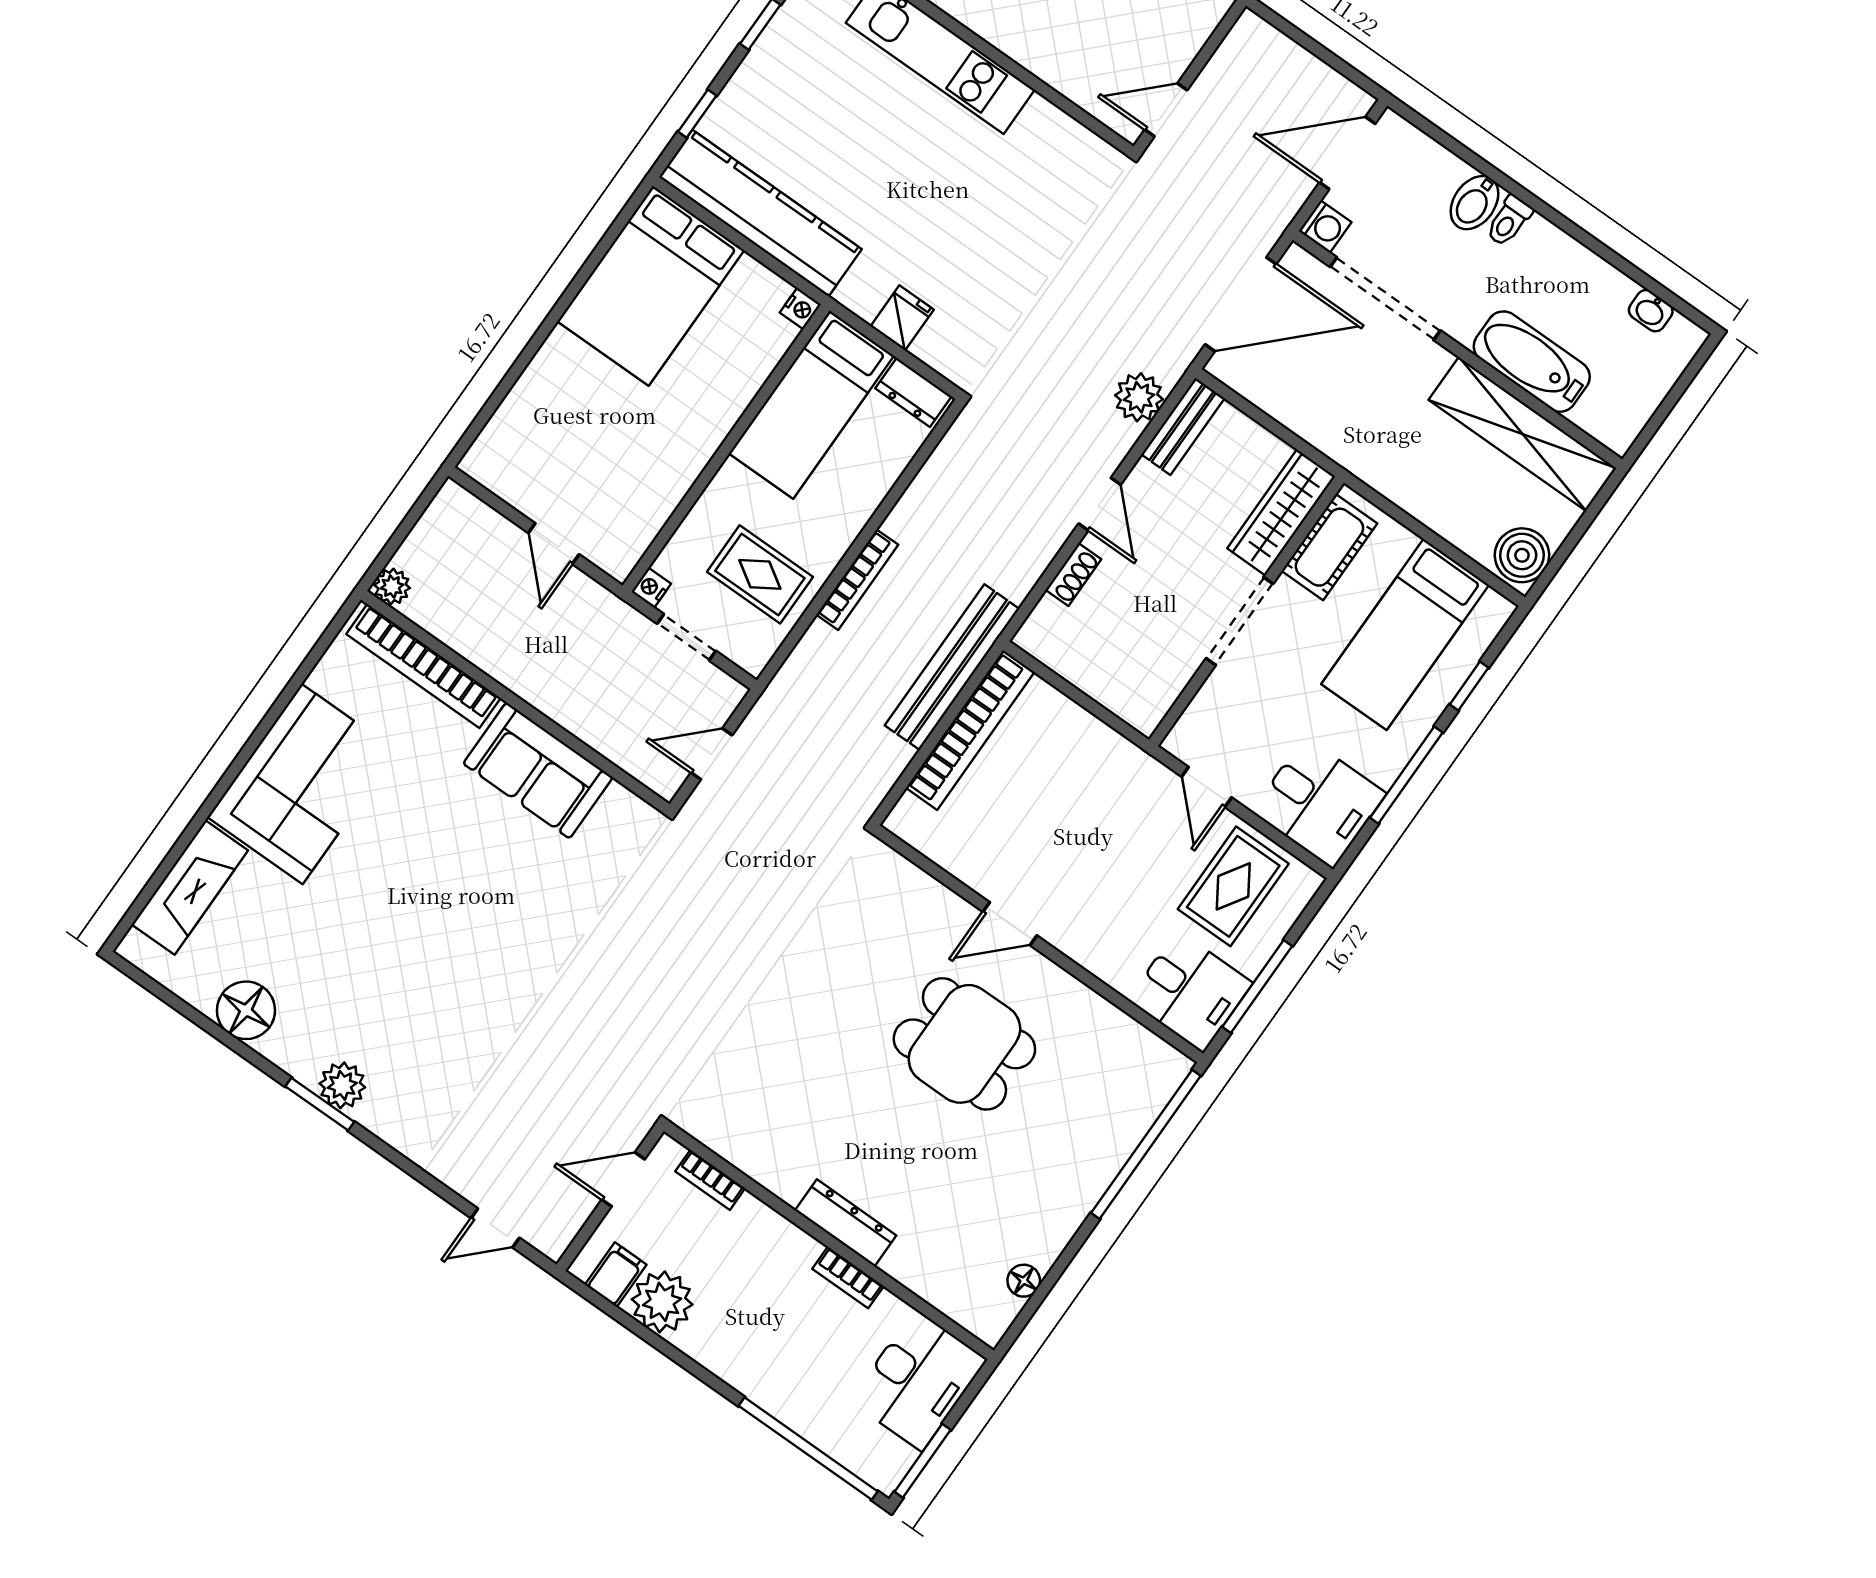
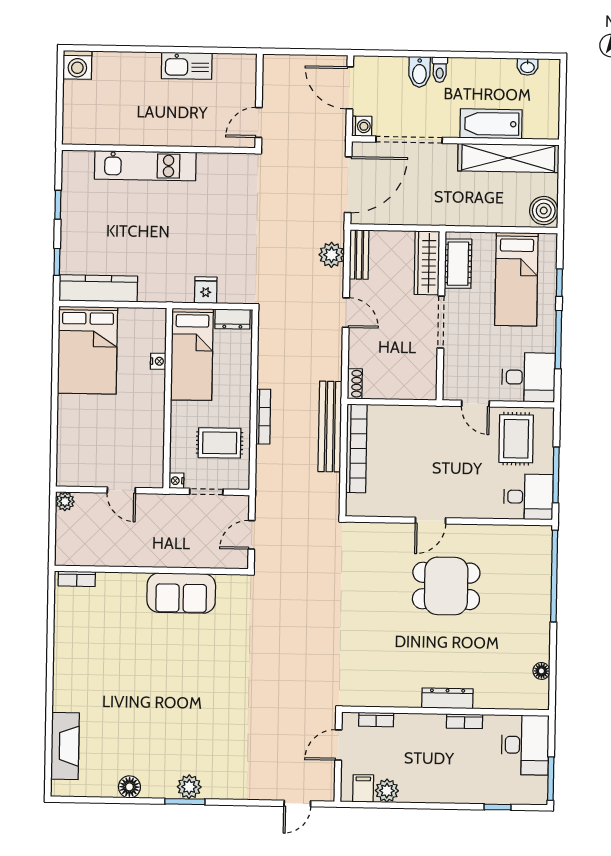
door: (1347, 153) -> (350, 88), hinge flipped
kitchen counter: (760, 213) -> (98, 288), width x0.72, depth x0.86
nightstand: (800, 309) -> (158, 361), moved
shoe rack: (1073, 575) -> (355, 384), moved
plant: (392, 587) -> (65, 501), moved
bookcase: (423, 666) -> (77, 579), width x0.43, depth x0.76
corner sofa: (302, 784) -> (83, 668), removed
floor lamp: (246, 1010) -> (129, 787), width x0.73, depth x0.73
plant: (662, 1302) -> (387, 791), width x0.73, depth x0.73
window: (808, 1449) -> (498, 807), width x0.32

